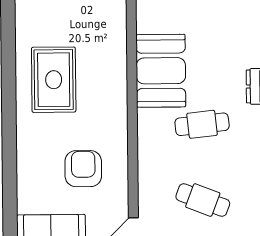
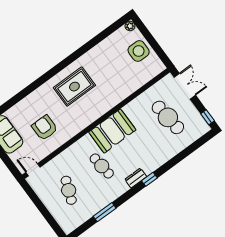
armchair: (83, 169) -> (45, 128), turned -90

